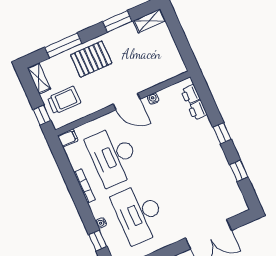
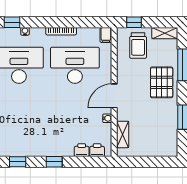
shelving: (149, 21) -> (123, 134), moved

